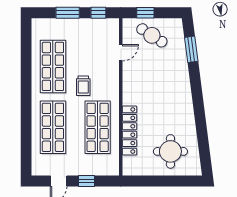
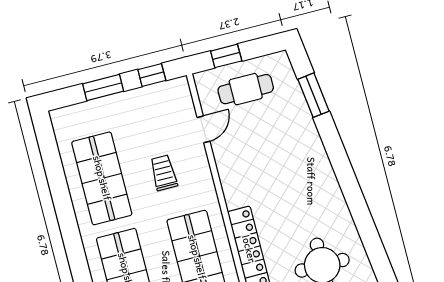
cafe table: (152, 35) -> (246, 89), turned -33
trolley: (83, 86) -> (164, 173), moved, turned 180

